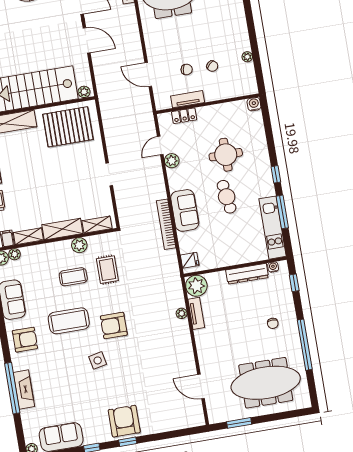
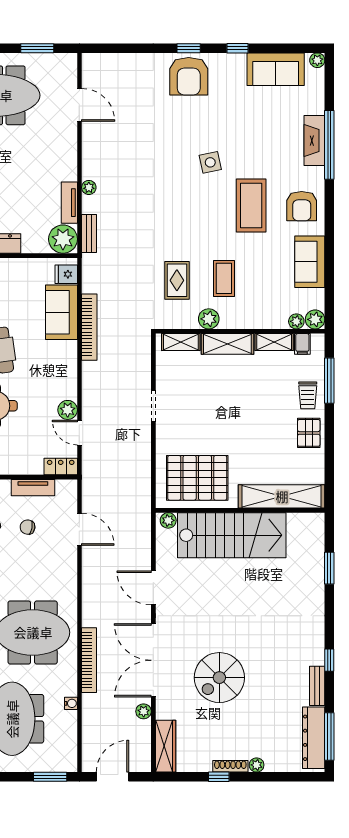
locker: (184, 116) -> (61, 467), moved
door: (160, 145) -> (79, 433), swing flipped
sofa: (185, 210) -> (61, 312), moved
coffee table: (73, 277) -> (224, 278), turned 90
bench: (178, 293) -> (89, 233), added
plant: (182, 313) -> (89, 187), moved
coffee table: (69, 321) -> (251, 206), moved, turned 90
armchair: (114, 326) -> (181, 205), removed
armchair: (25, 340) -> (302, 206), turned -90

